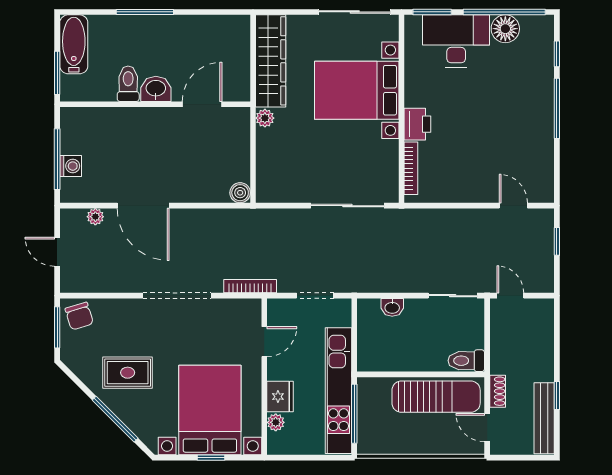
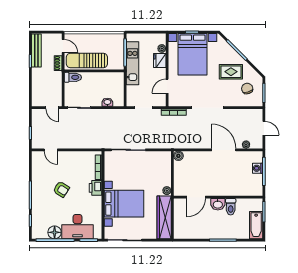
armchair: (491, 121) -> (61, 189), added
chair: (79, 316) -> (247, 89), moved
kitchen unit: (339, 391) -> (132, 63), width x0.73

